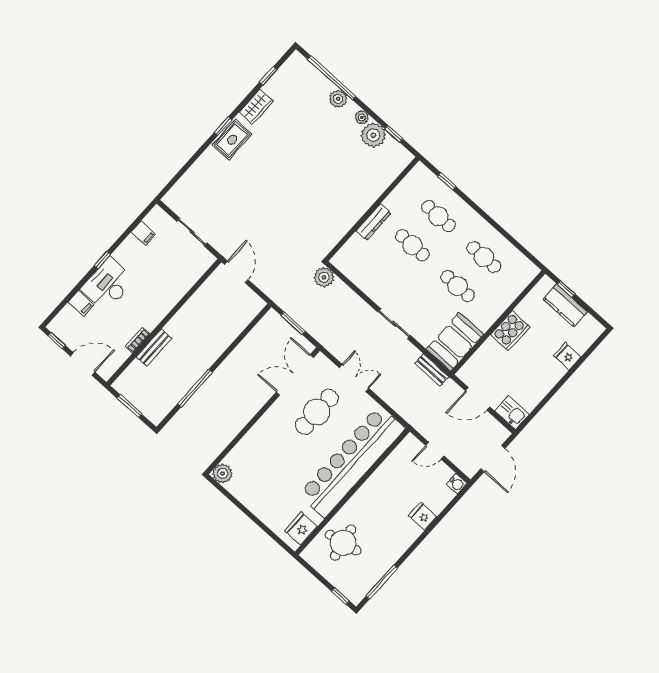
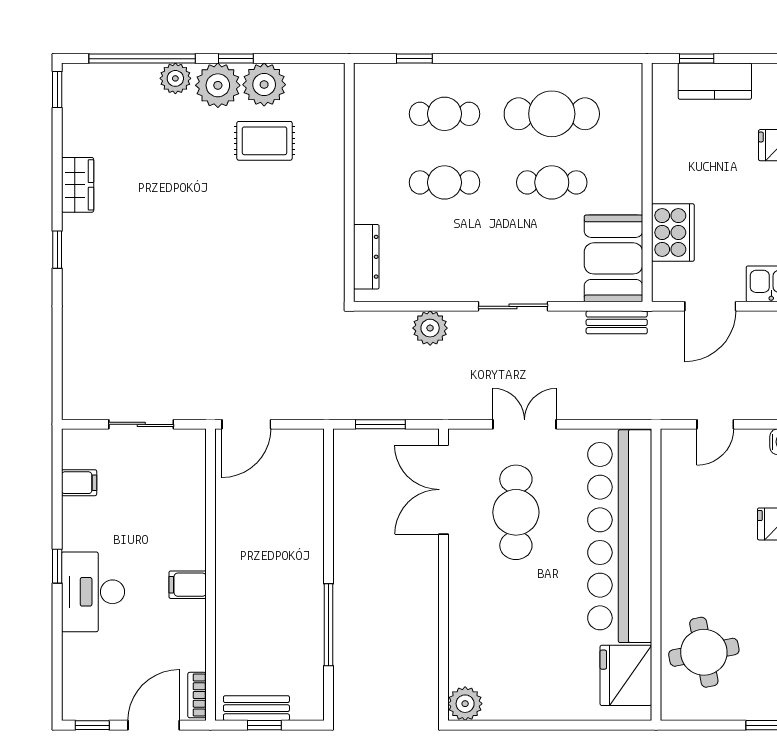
window: (268, 76) -> (57, 90), moved
plant: (362, 117) -> (218, 85), width x1.87, depth x1.87
window: (394, 134) -> (236, 59), moved
rug: (232, 140) -> (265, 141), moved, turned 90
dresser: (374, 222) -> (366, 257), moved
cafe table: (484, 257) -> (552, 114), width x1.37, depth x1.35
door: (236, 272) -> (246, 424), swing flipped
plant: (324, 277) -> (430, 328), moved
filing cabinet: (81, 303) -> (188, 585), moved, turned 180
cooker: (510, 331) -> (673, 232), moved
bookcase: (137, 340) -> (197, 695), moved
bench: (154, 348) -> (256, 708), moved, turned 90
window: (129, 406) -> (264, 725), width x0.67
fridge: (301, 529) -> (626, 675), width x1.36, depth x1.34

